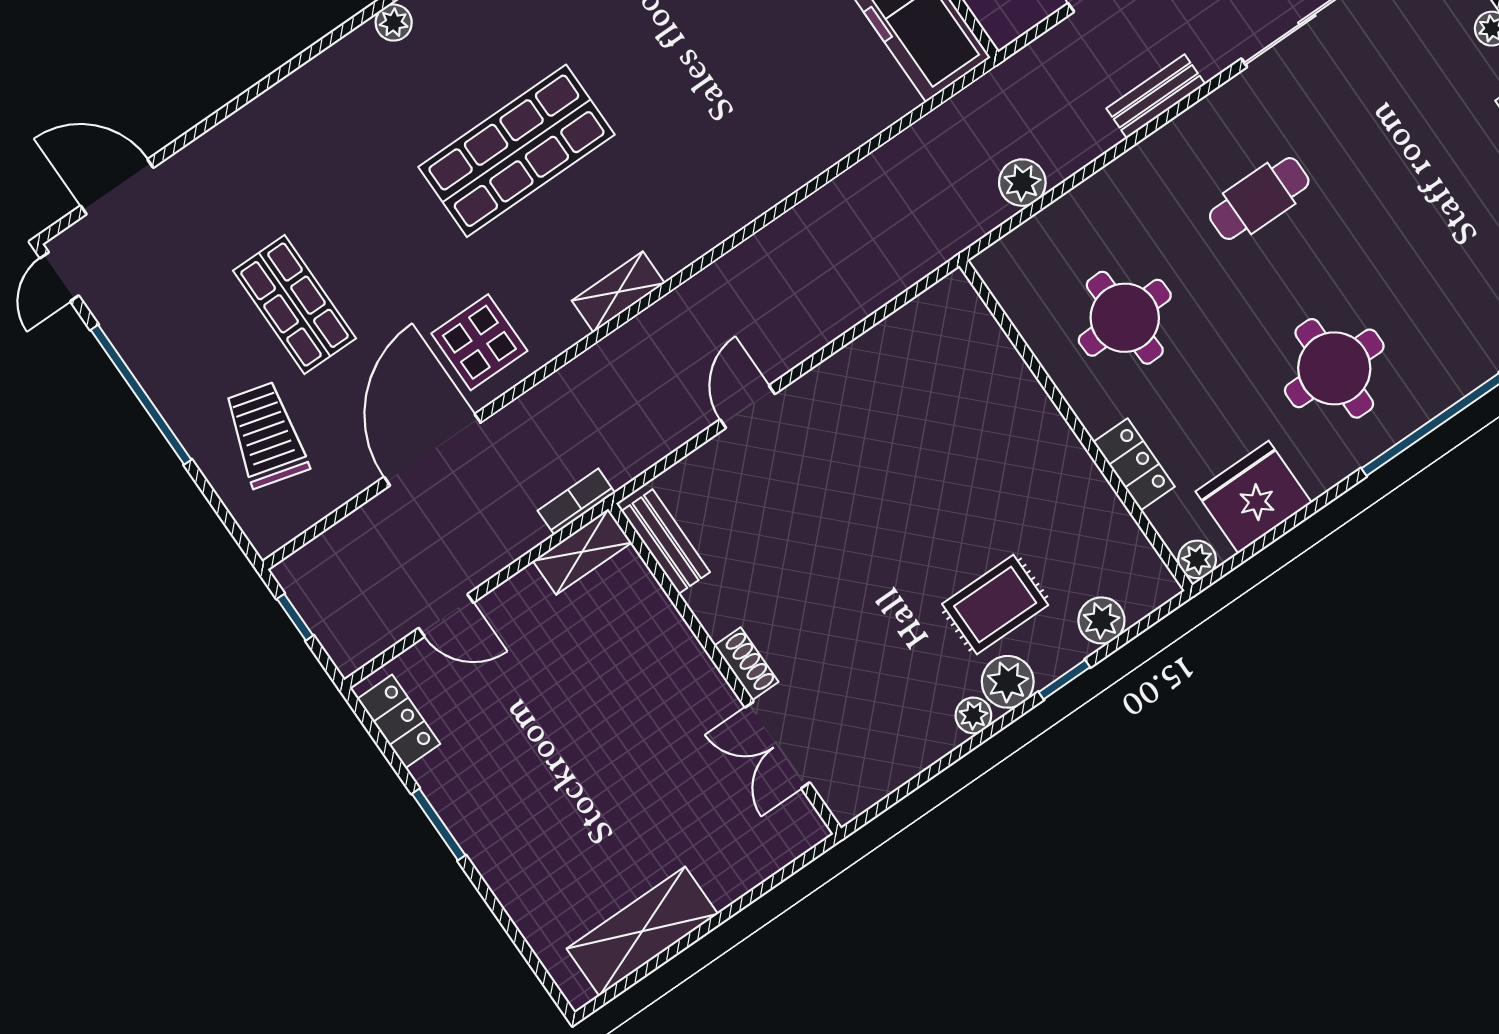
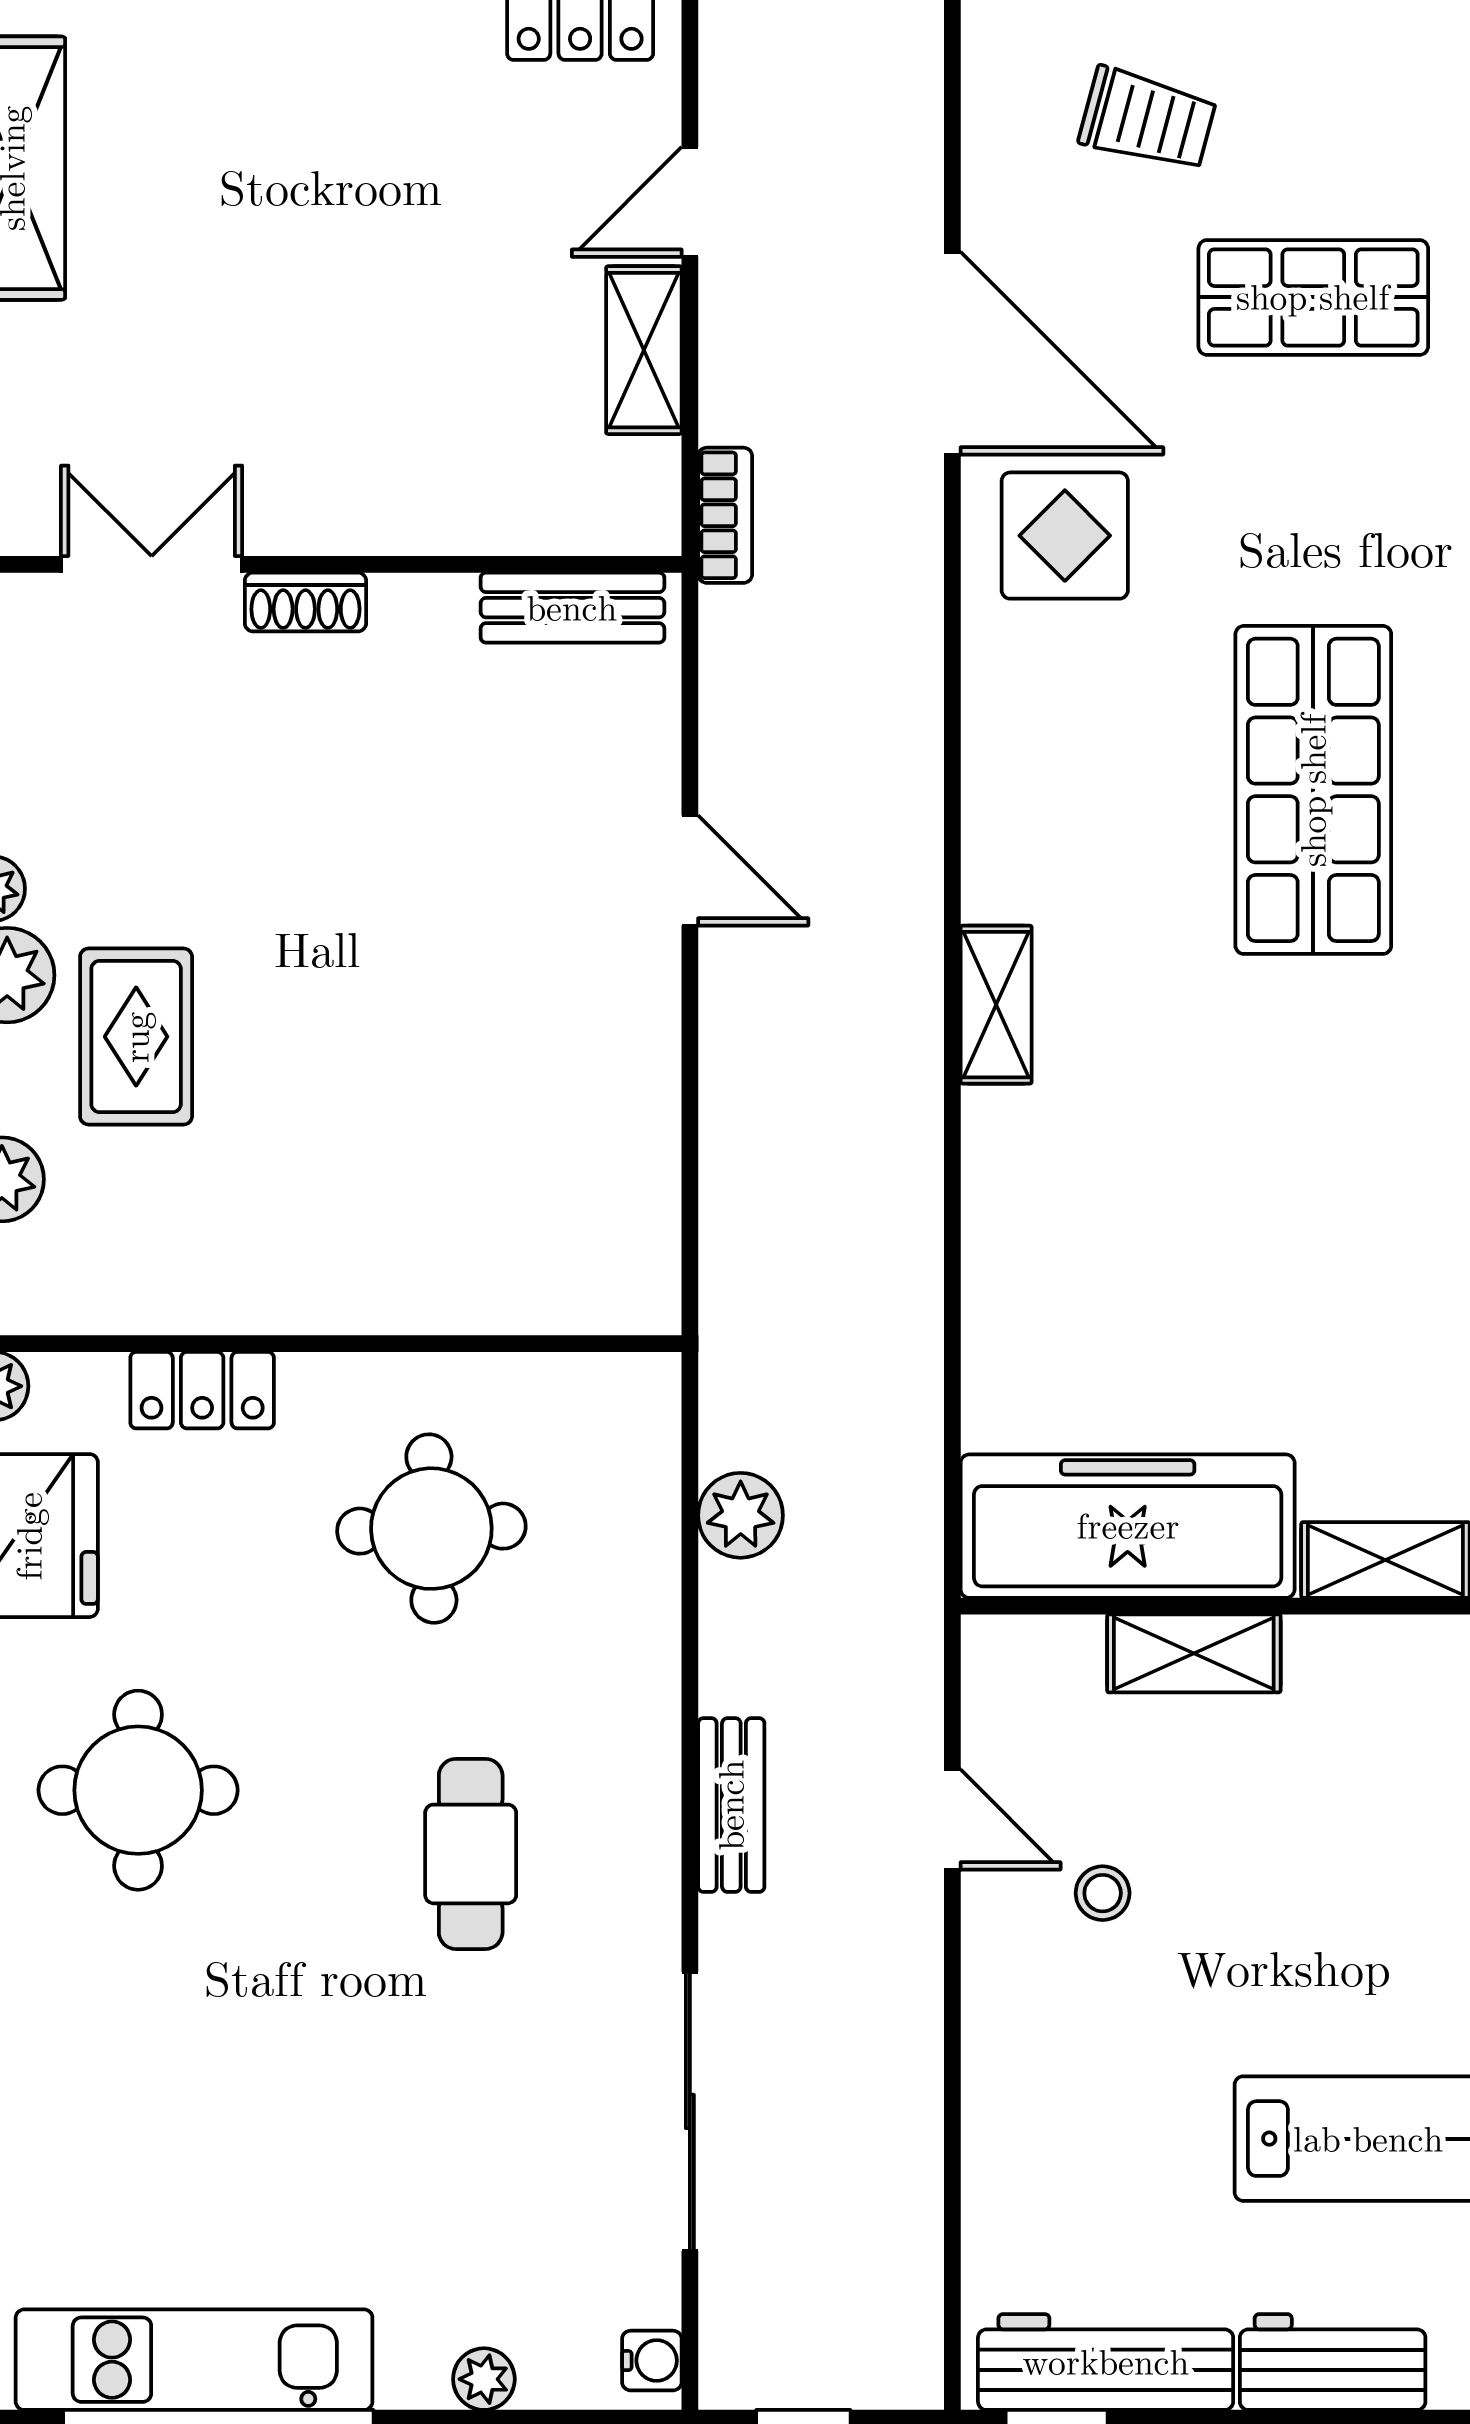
shelving: (618, 292) -> (996, 1005), moved
trolley: (266, 435) -> (1148, 119), width x0.73, depth x0.72
shelving: (582, 552) -> (644, 350), moved

